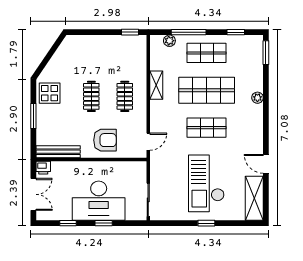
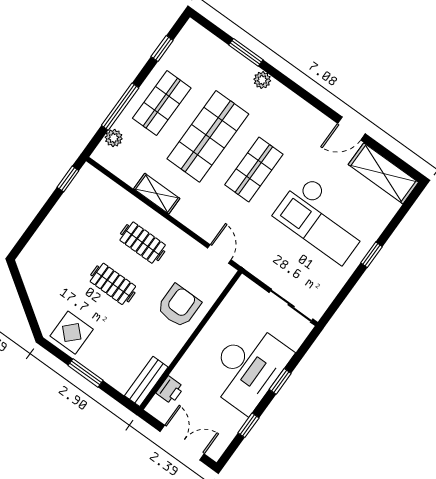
window: (266, 53) -> (246, 52), moved
bench: (58, 152) -> (146, 381), width x0.73
printer: (43, 168) -> (170, 390), moved

